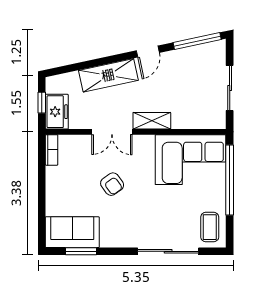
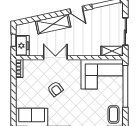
door: (148, 52) -> (77, 10), hinge flipped
shelving: (152, 121) -> (112, 51), moved
double door: (112, 132) -> (55, 58), swing flipped

